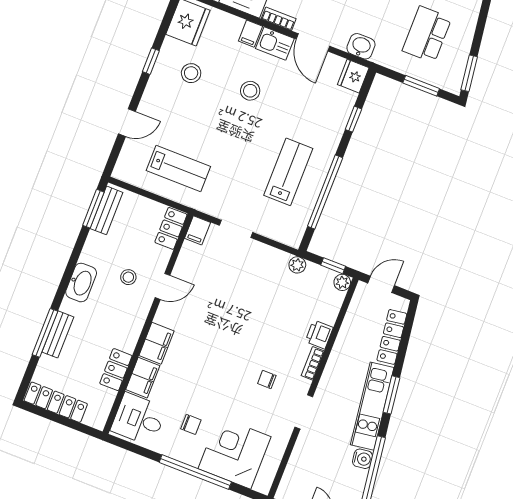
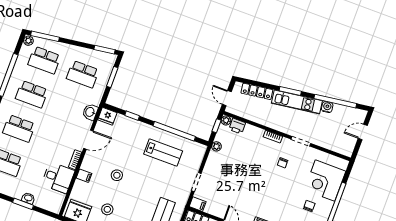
kitchen sink: (275, 44) -> (89, 162), removed
lab bench: (288, 172) -> (163, 153), turned 180
printer: (319, 335) -> (237, 126), moved

